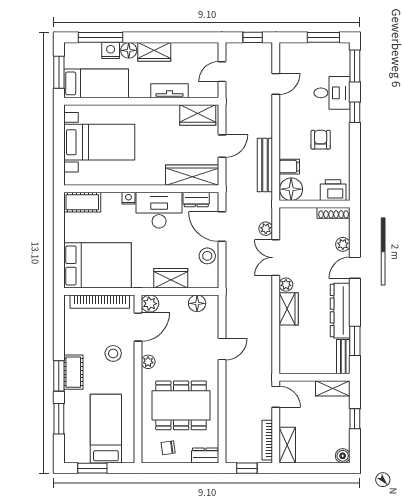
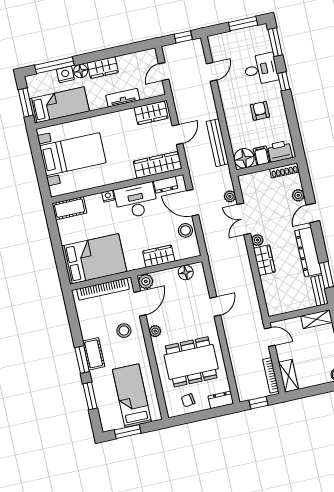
filing cabinet: (289, 167) -> (262, 156), moved, turned -90

